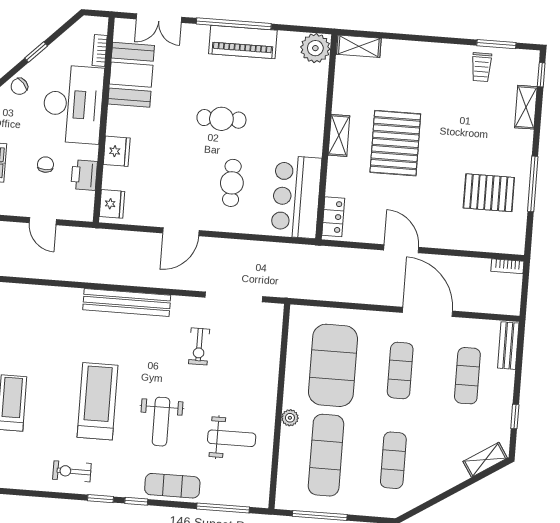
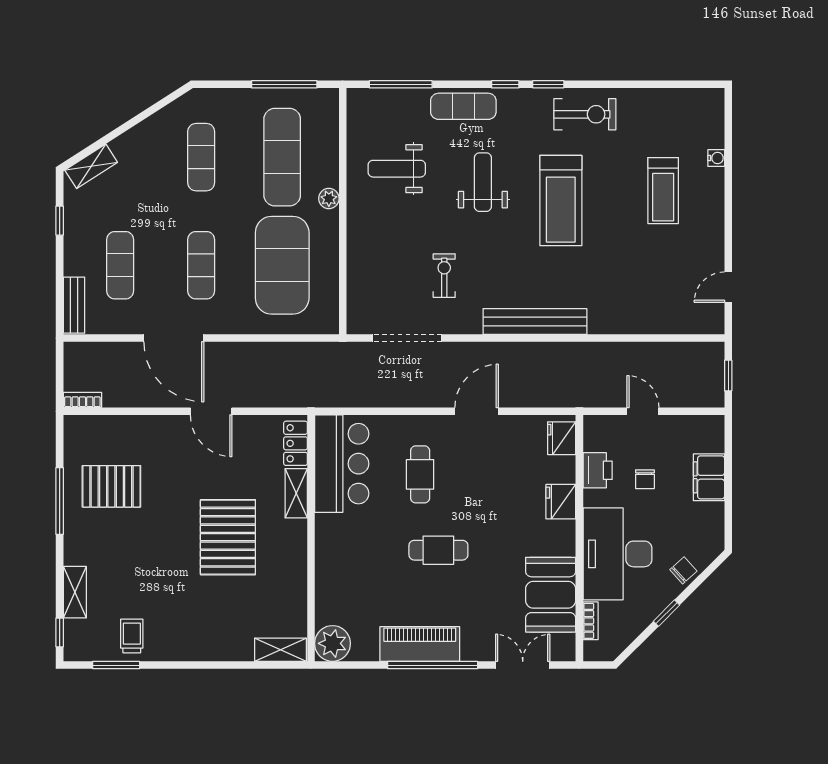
shelving: (339, 135) -> (296, 493), moved
exercise bike: (72, 471) -> (585, 114), width x1.38, depth x1.39

